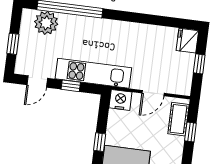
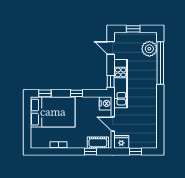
fridge: (187, 41) -> (121, 142), moved
window: (71, 86) -> (111, 81), moved

